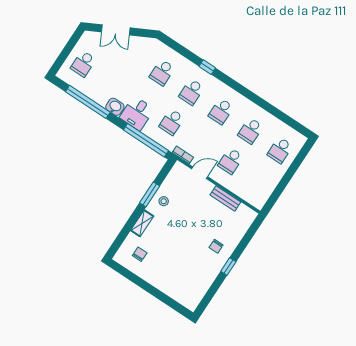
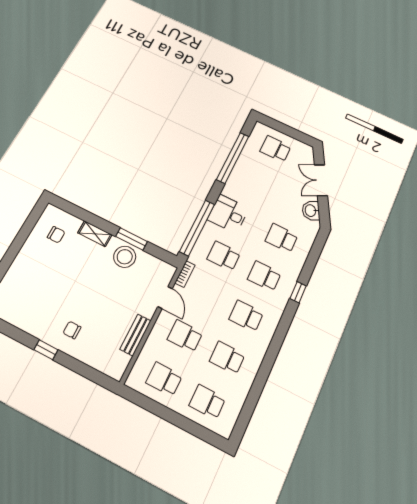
washbasin: (115, 107) -> (311, 211), moved, turned 153
school desk: (260, 180) -> (164, 379), added
stool: (164, 201) -> (125, 257), width x1.89, depth x1.89

